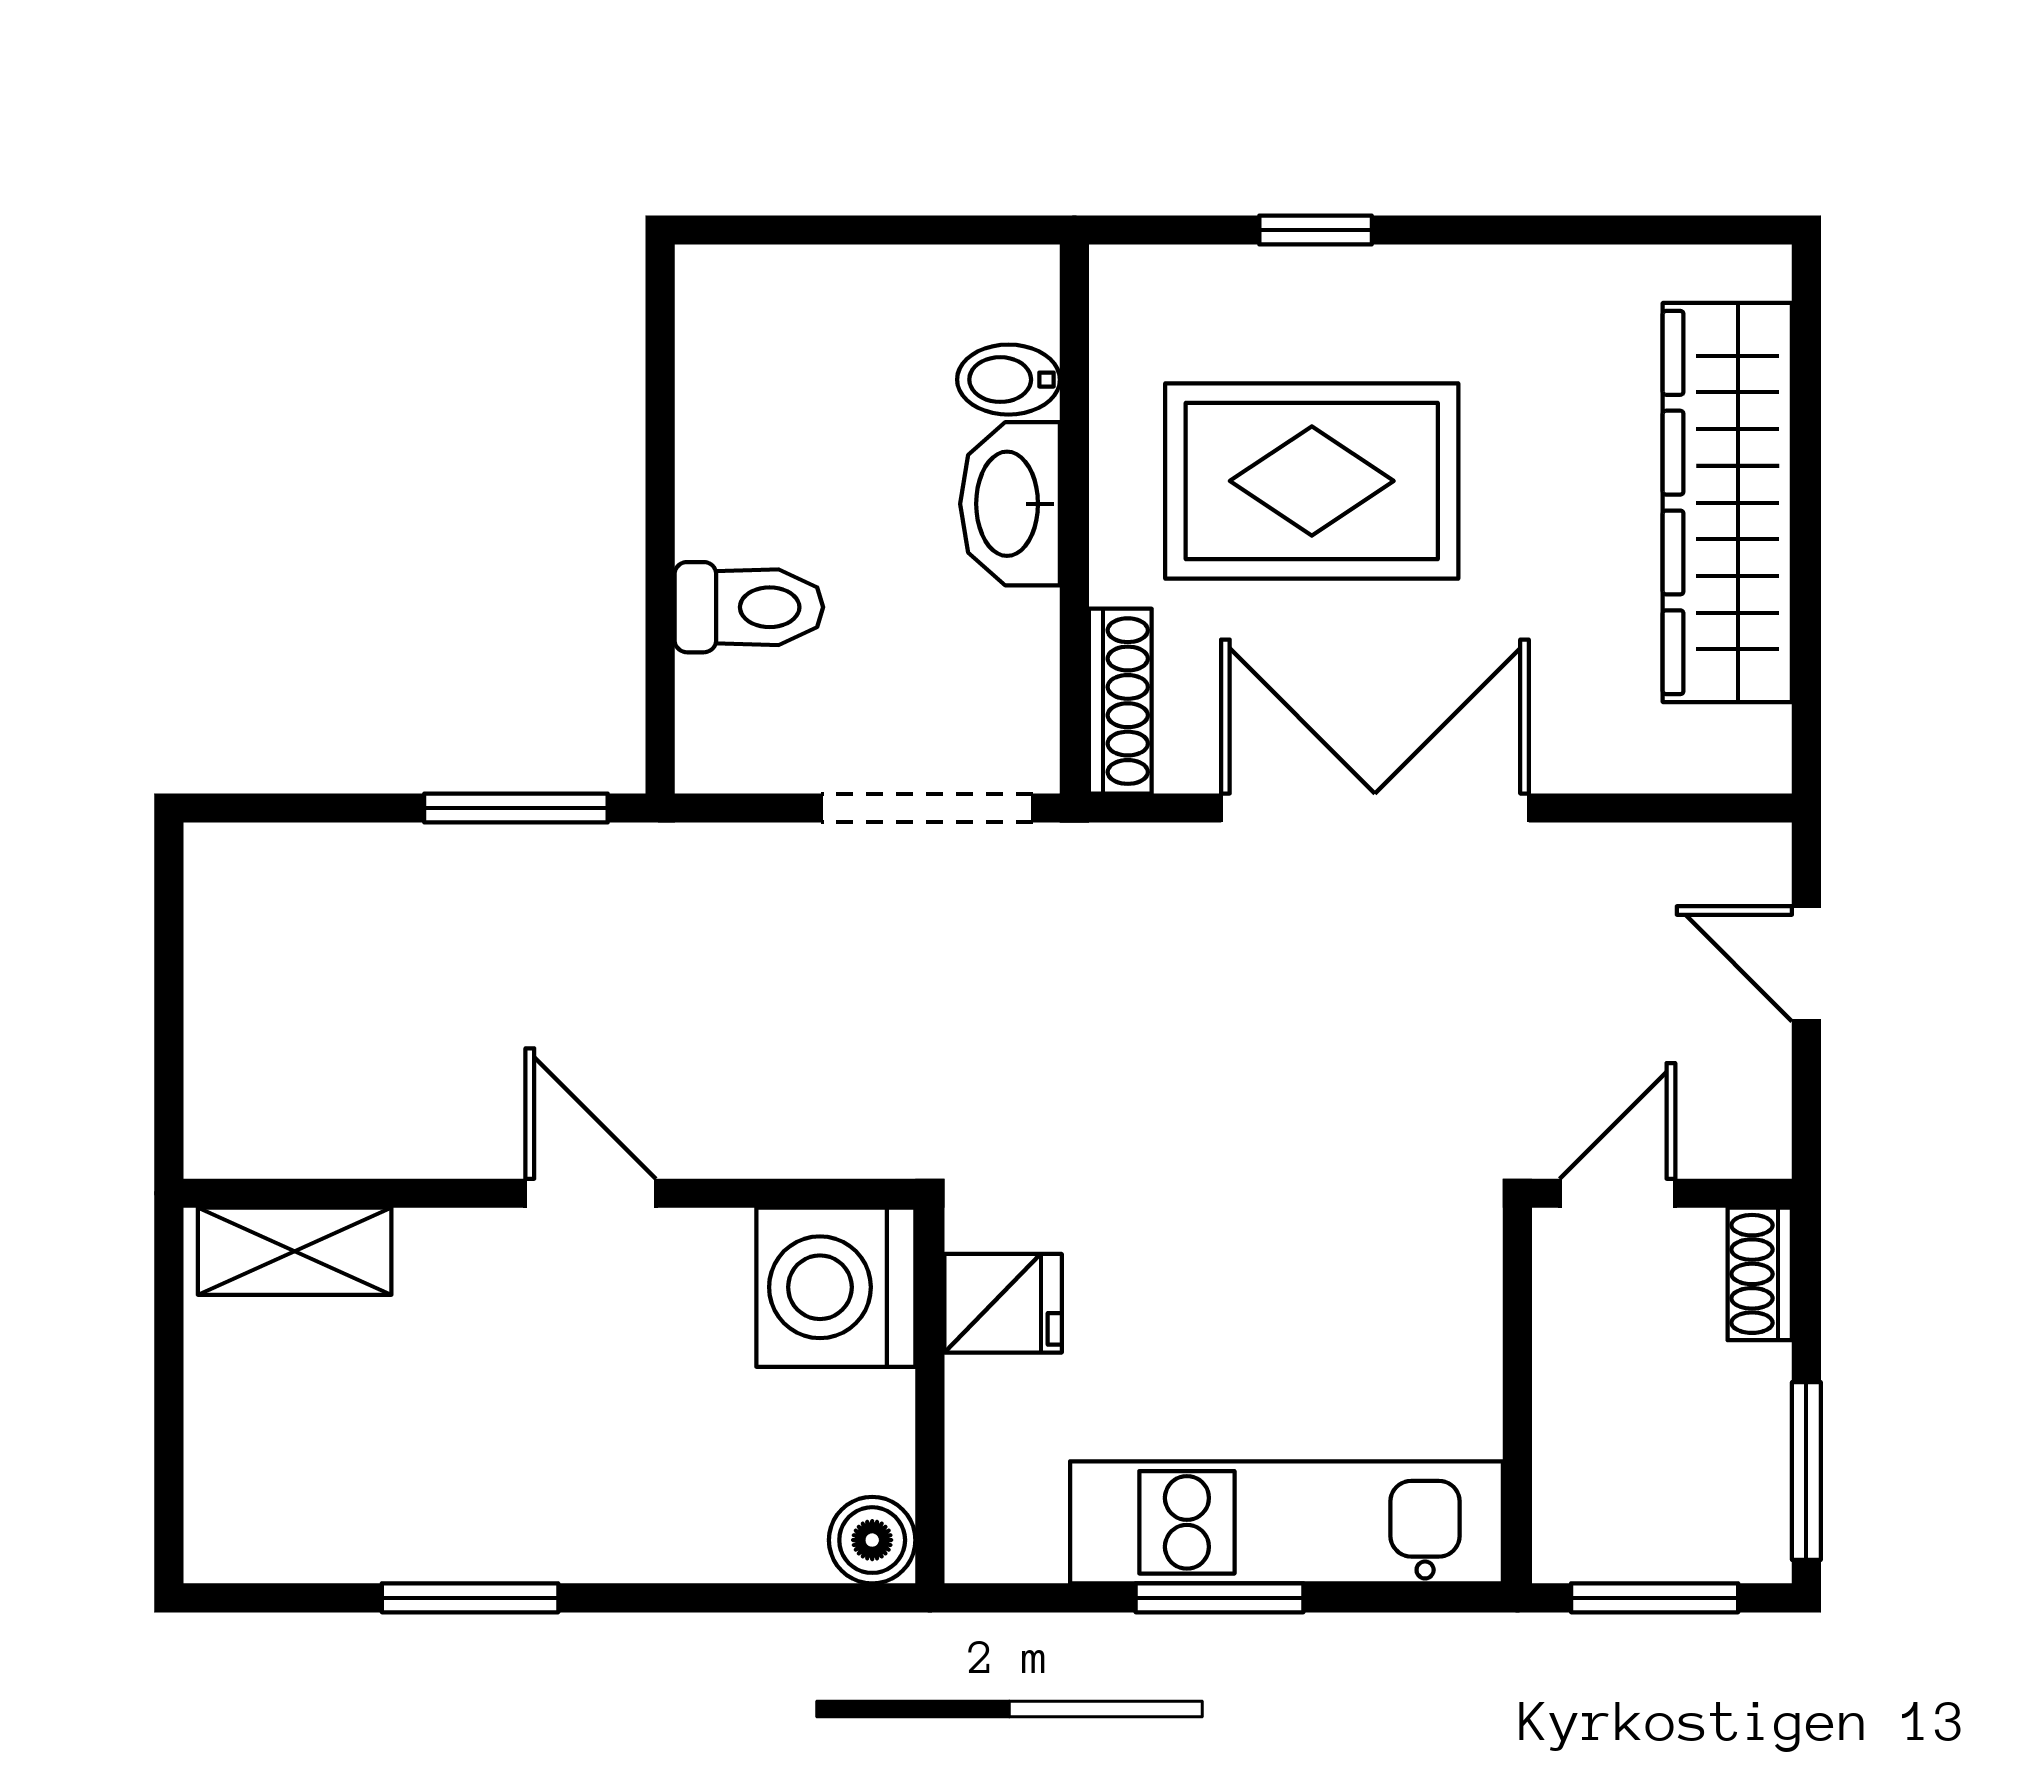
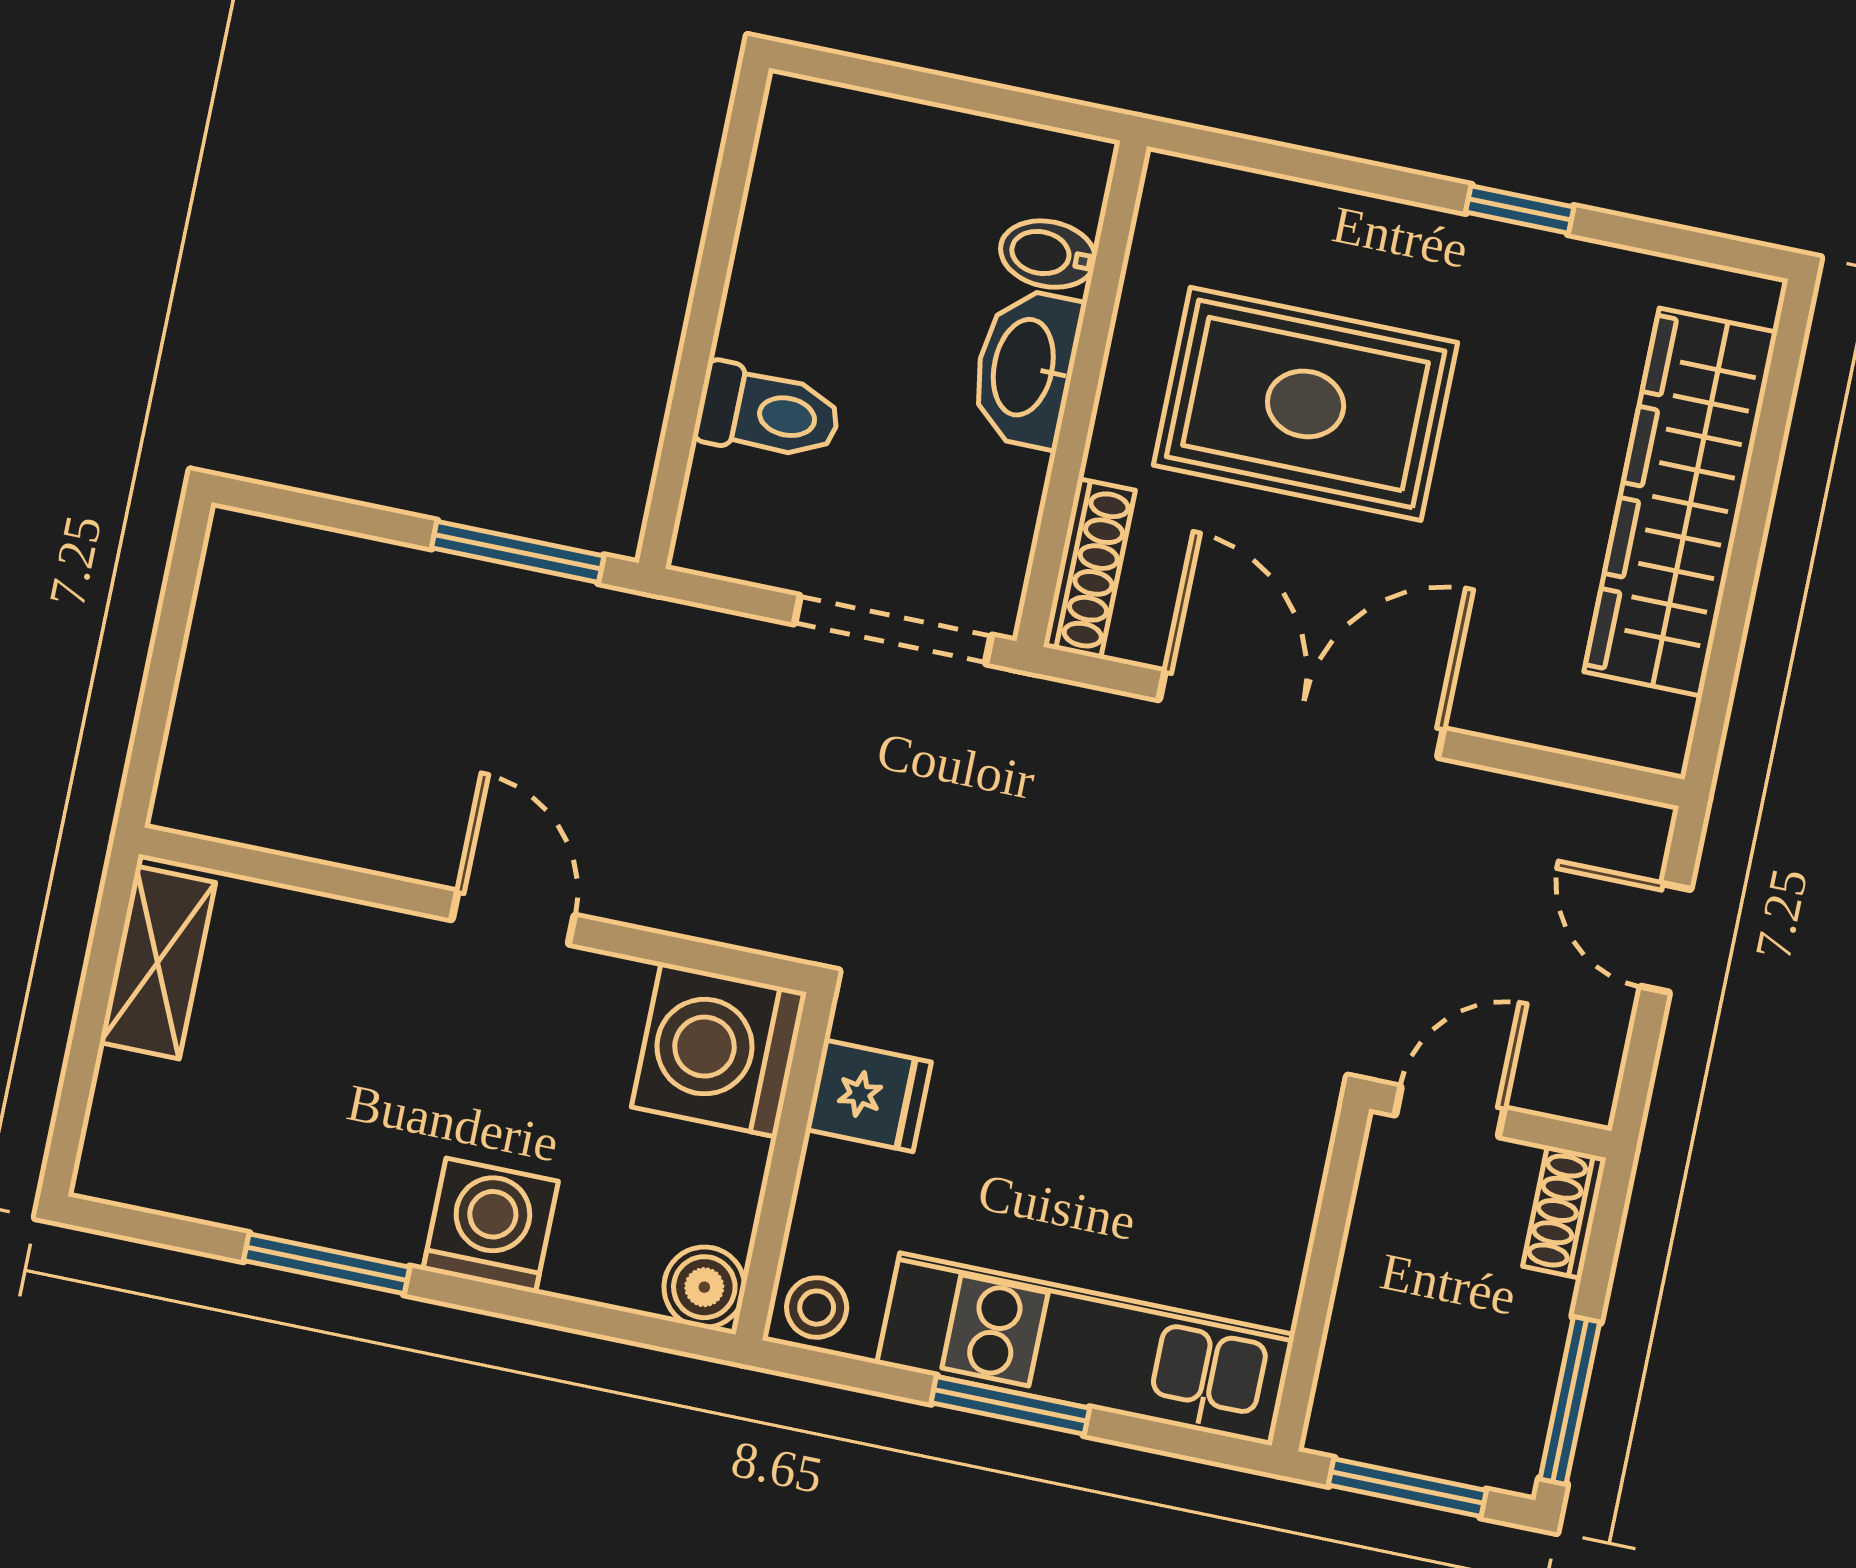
window: (1316, 230) -> (1520, 209), moved
shelving: (295, 1251) -> (158, 962), moved, turned 90
washing machine: (634, 1522) -> (491, 1226), added
stool: (995, 1537) -> (817, 1308), added

